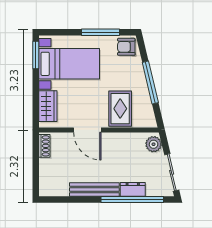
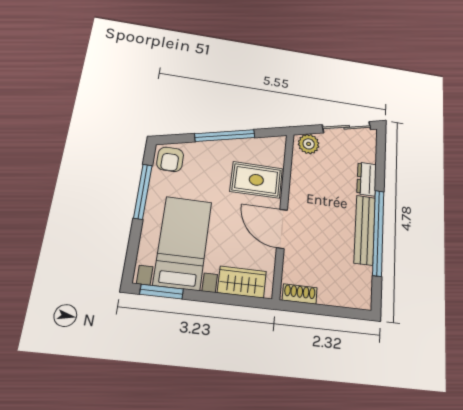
door: (87, 130) -> (282, 229), swing flipped
window: (132, 200) -> (378, 233), moved

